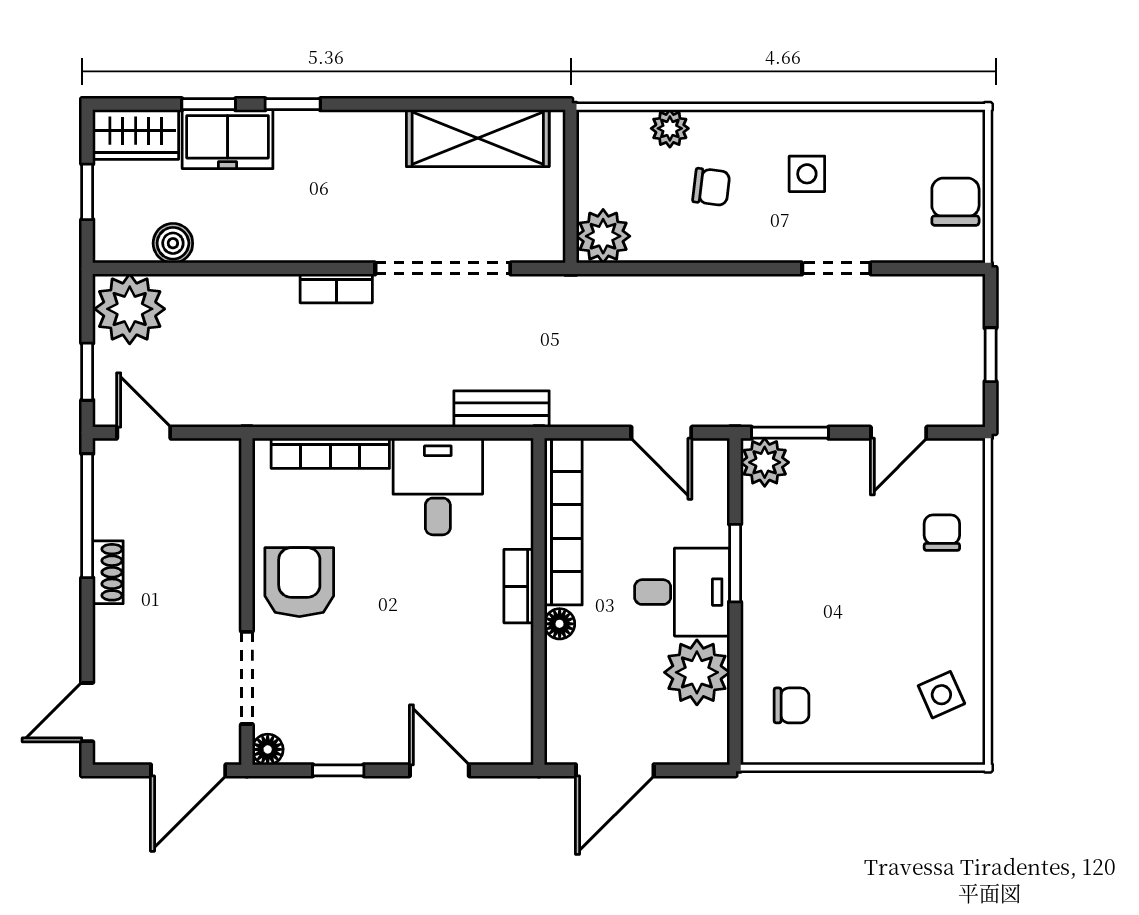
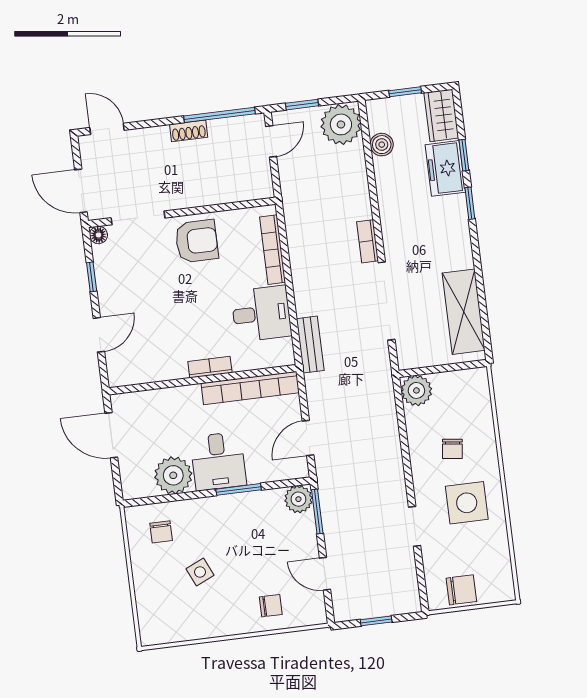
plant: (670, 128) -> (483, 421), removed
side table: (807, 174) -> (467, 503), width x1.87, depth x1.87
floor lamp: (560, 624) -> (191, 393), removed
side table: (941, 695) -> (200, 572), moved

